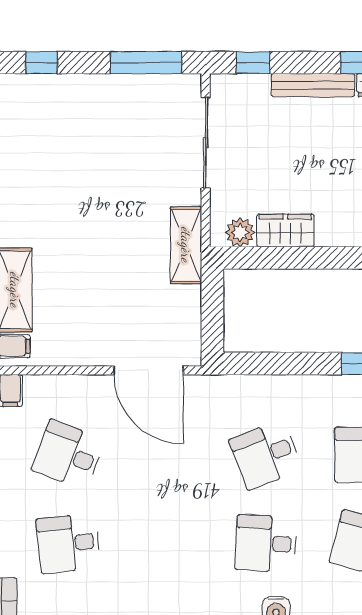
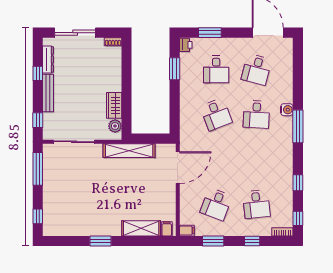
shelving: (186, 245) -> (129, 151), width x1.47

